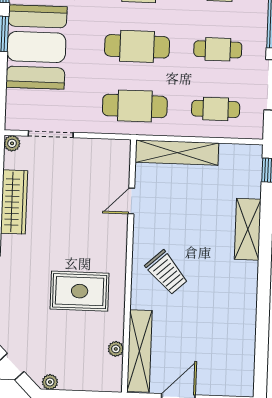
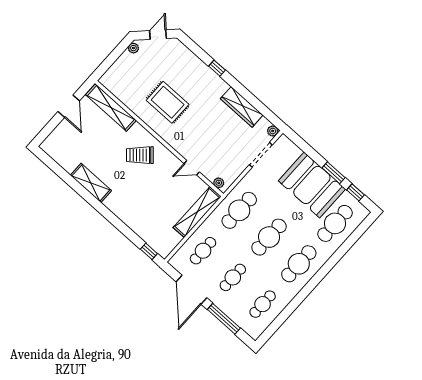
door: (131, 201) -> (192, 168), swing flipped
shelving: (248, 229) -> (91, 183), moved
rug: (80, 291) -> (168, 102), turned 90
plant: (116, 349) -> (219, 183), moved

